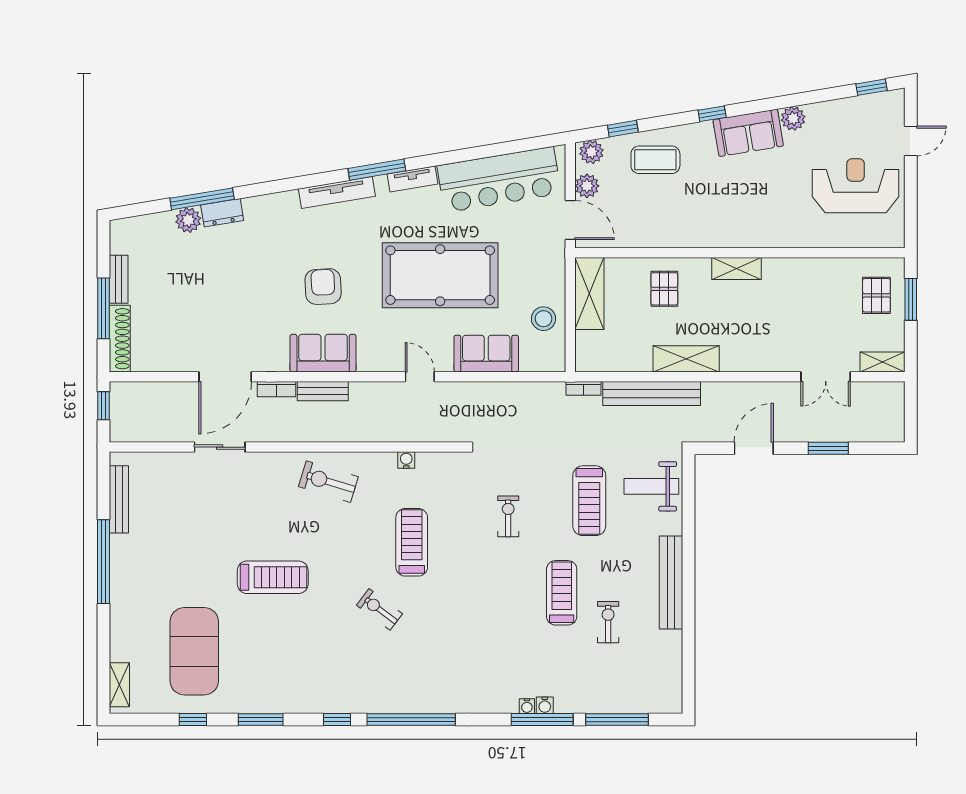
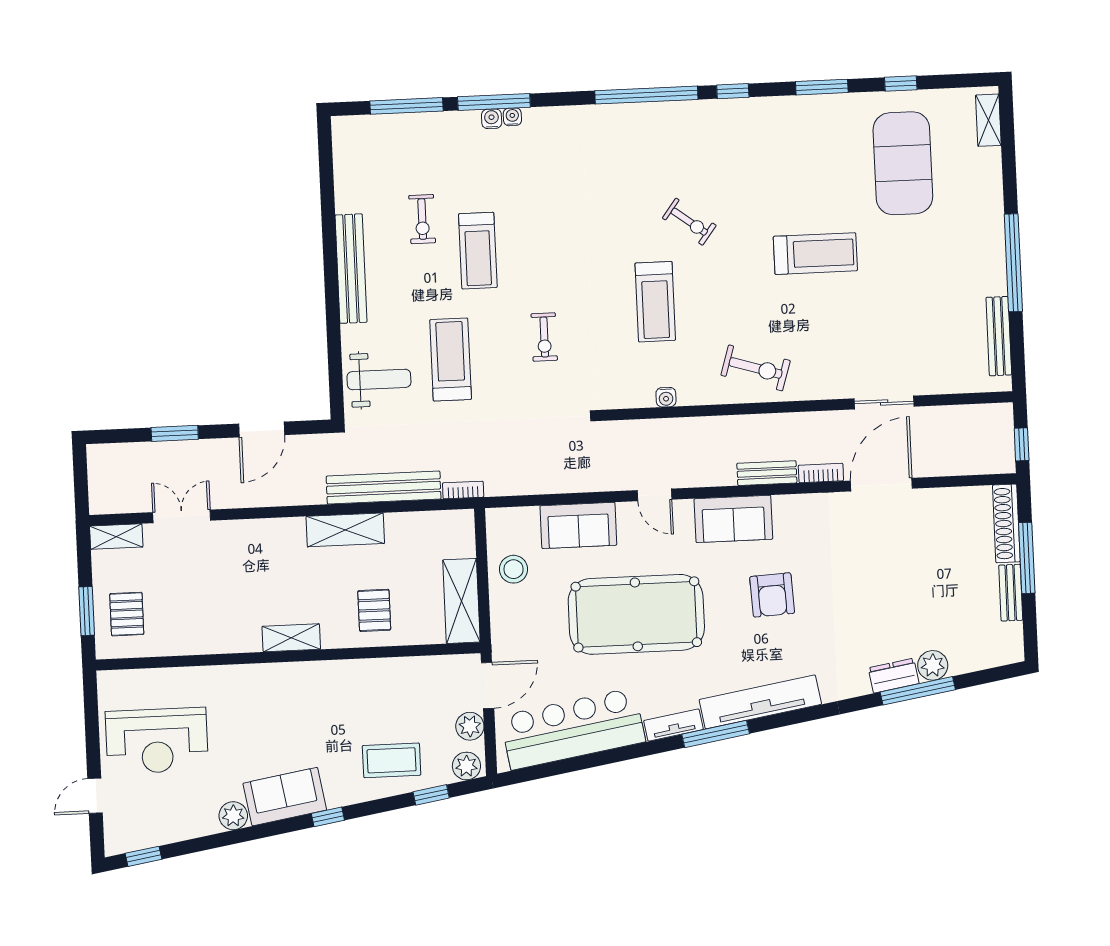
tv unit: (337, 193) -> (760, 702), width x1.36, depth x1.29
door: (570, 220) -> (488, 686), swing flipped
sofa: (323, 353) -> (733, 519), moved
treadmill: (273, 577) -> (815, 254), turned 180

